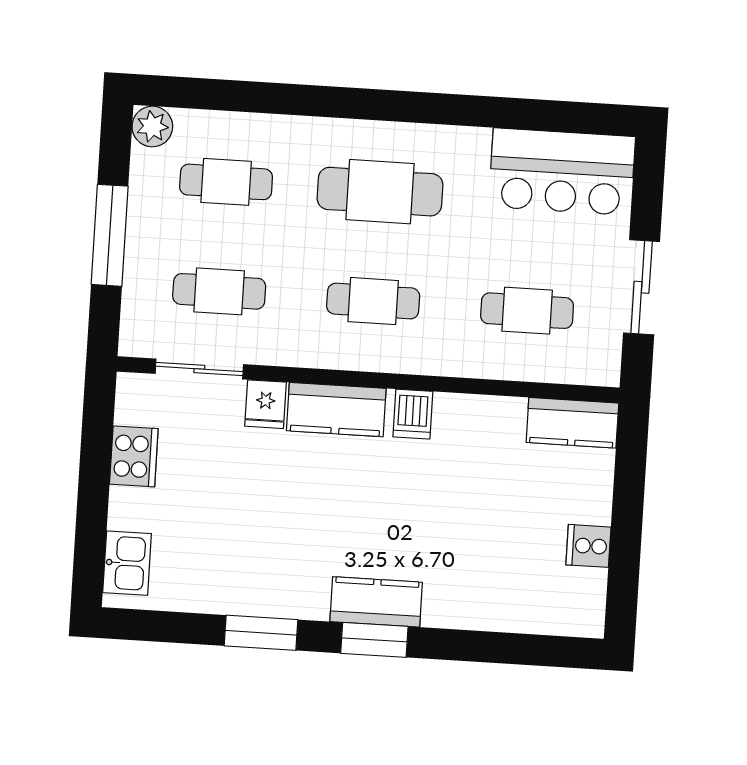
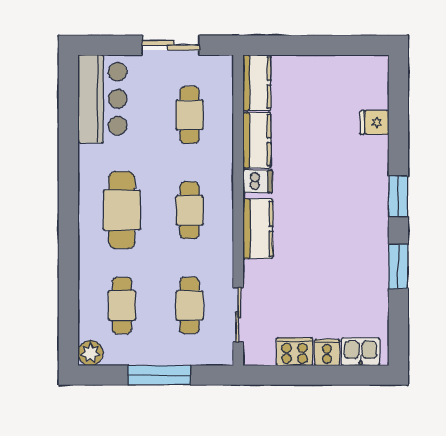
fridge: (265, 404) -> (374, 123), moved, turned 180
cooker: (588, 546) -> (327, 352), moved, turned 180
kitchen counter: (376, 602) -> (257, 140), moved, turned 180

